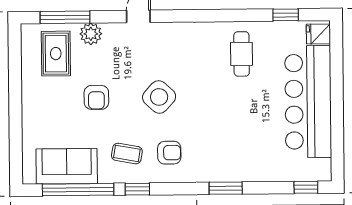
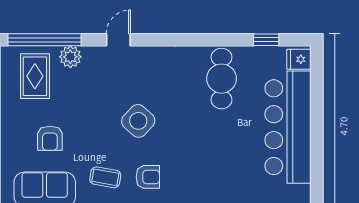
window: (65, 17) -> (45, 40), width x1.46
cafe table: (242, 54) -> (222, 79), width x1.37, depth x1.35
armchair: (96, 97) -> (50, 138), moved

